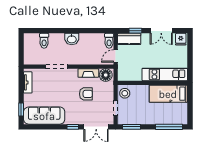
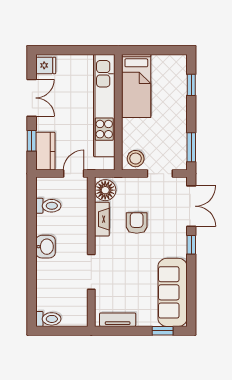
toilet: (44, 41) -> (48, 319), moved
toilet: (109, 41) -> (48, 206), moved
door: (116, 56) -> (74, 174), swing flipped
kitchen unit: (165, 74) -> (104, 106), width x1.36
window: (169, 127) -> (191, 85), width x0.46

